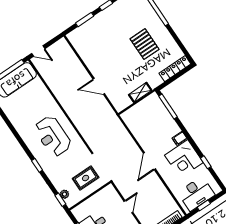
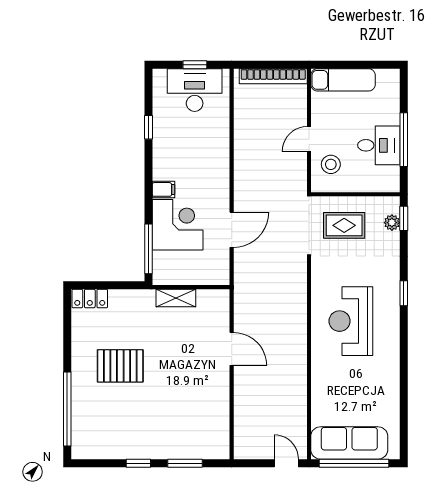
pallet: (145, 44) -> (120, 366), turned 90
locker: (175, 69) -> (90, 299), width x0.66
reception desk: (53, 136) -> (351, 321), turned 180
corner desk: (184, 159) -> (178, 225), moved
door: (149, 161) -> (232, 230), moved
stool: (111, 202) -> (331, 164), added

